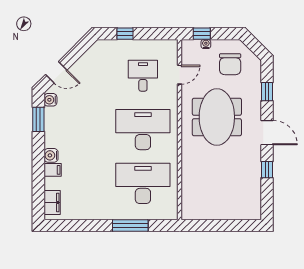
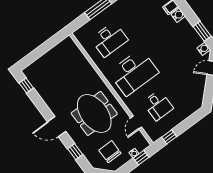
window: (125, 34) -> (169, 137), moved
window: (267, 170) -> (26, 86), moved
desk: (143, 183) -> (109, 40), width x0.73, depth x0.77

